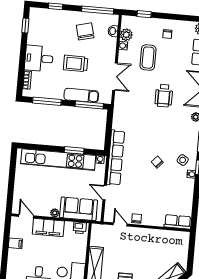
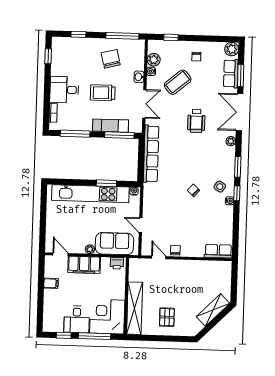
washbasin: (113, 31) -> (139, 77), moved
coffee table: (148, 58) -> (178, 82), turned 50
row of seats: (116, 158) -> (151, 154), moved

